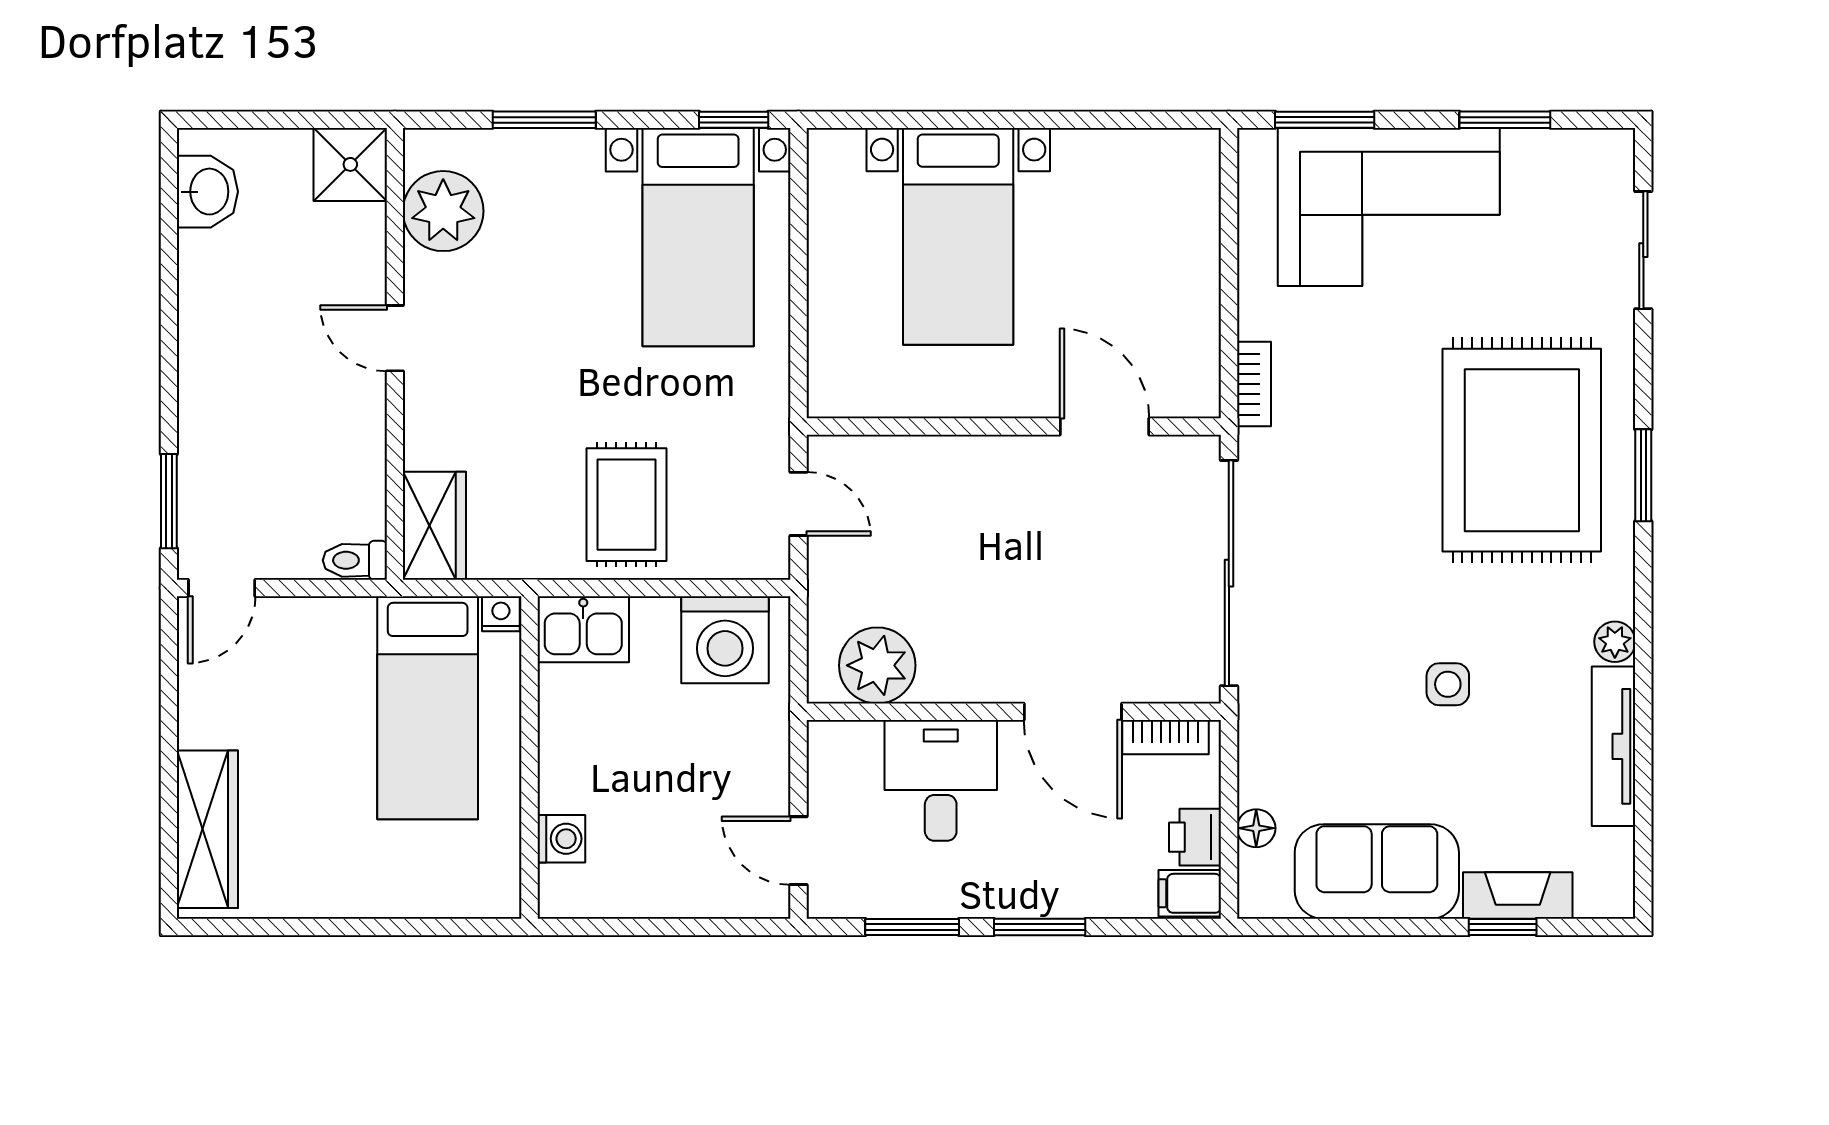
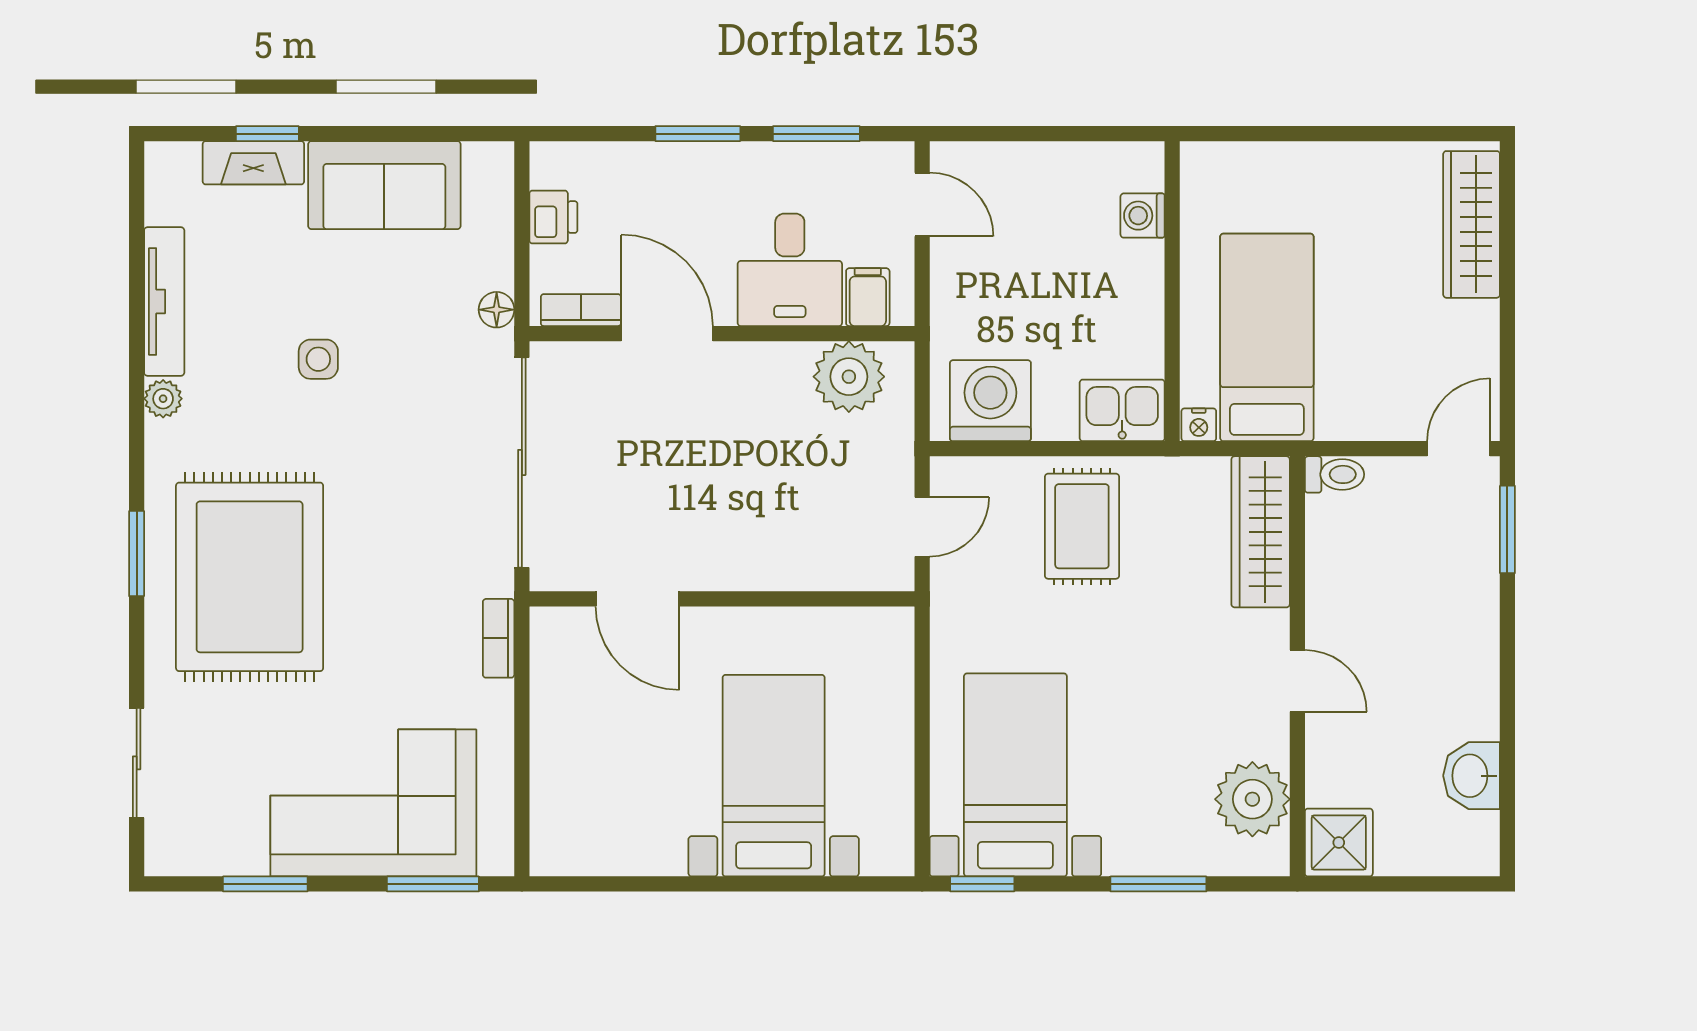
washbasin: (207, 192) -> (1472, 776), moved
door: (798, 504) -> (922, 527), swing flipped
wardrobe: (434, 526) -> (1261, 532), width x1.50
floor lamp: (1256, 828) -> (497, 310), moved
filing cabinet: (1190, 893) -> (868, 297), moved, turned -90

